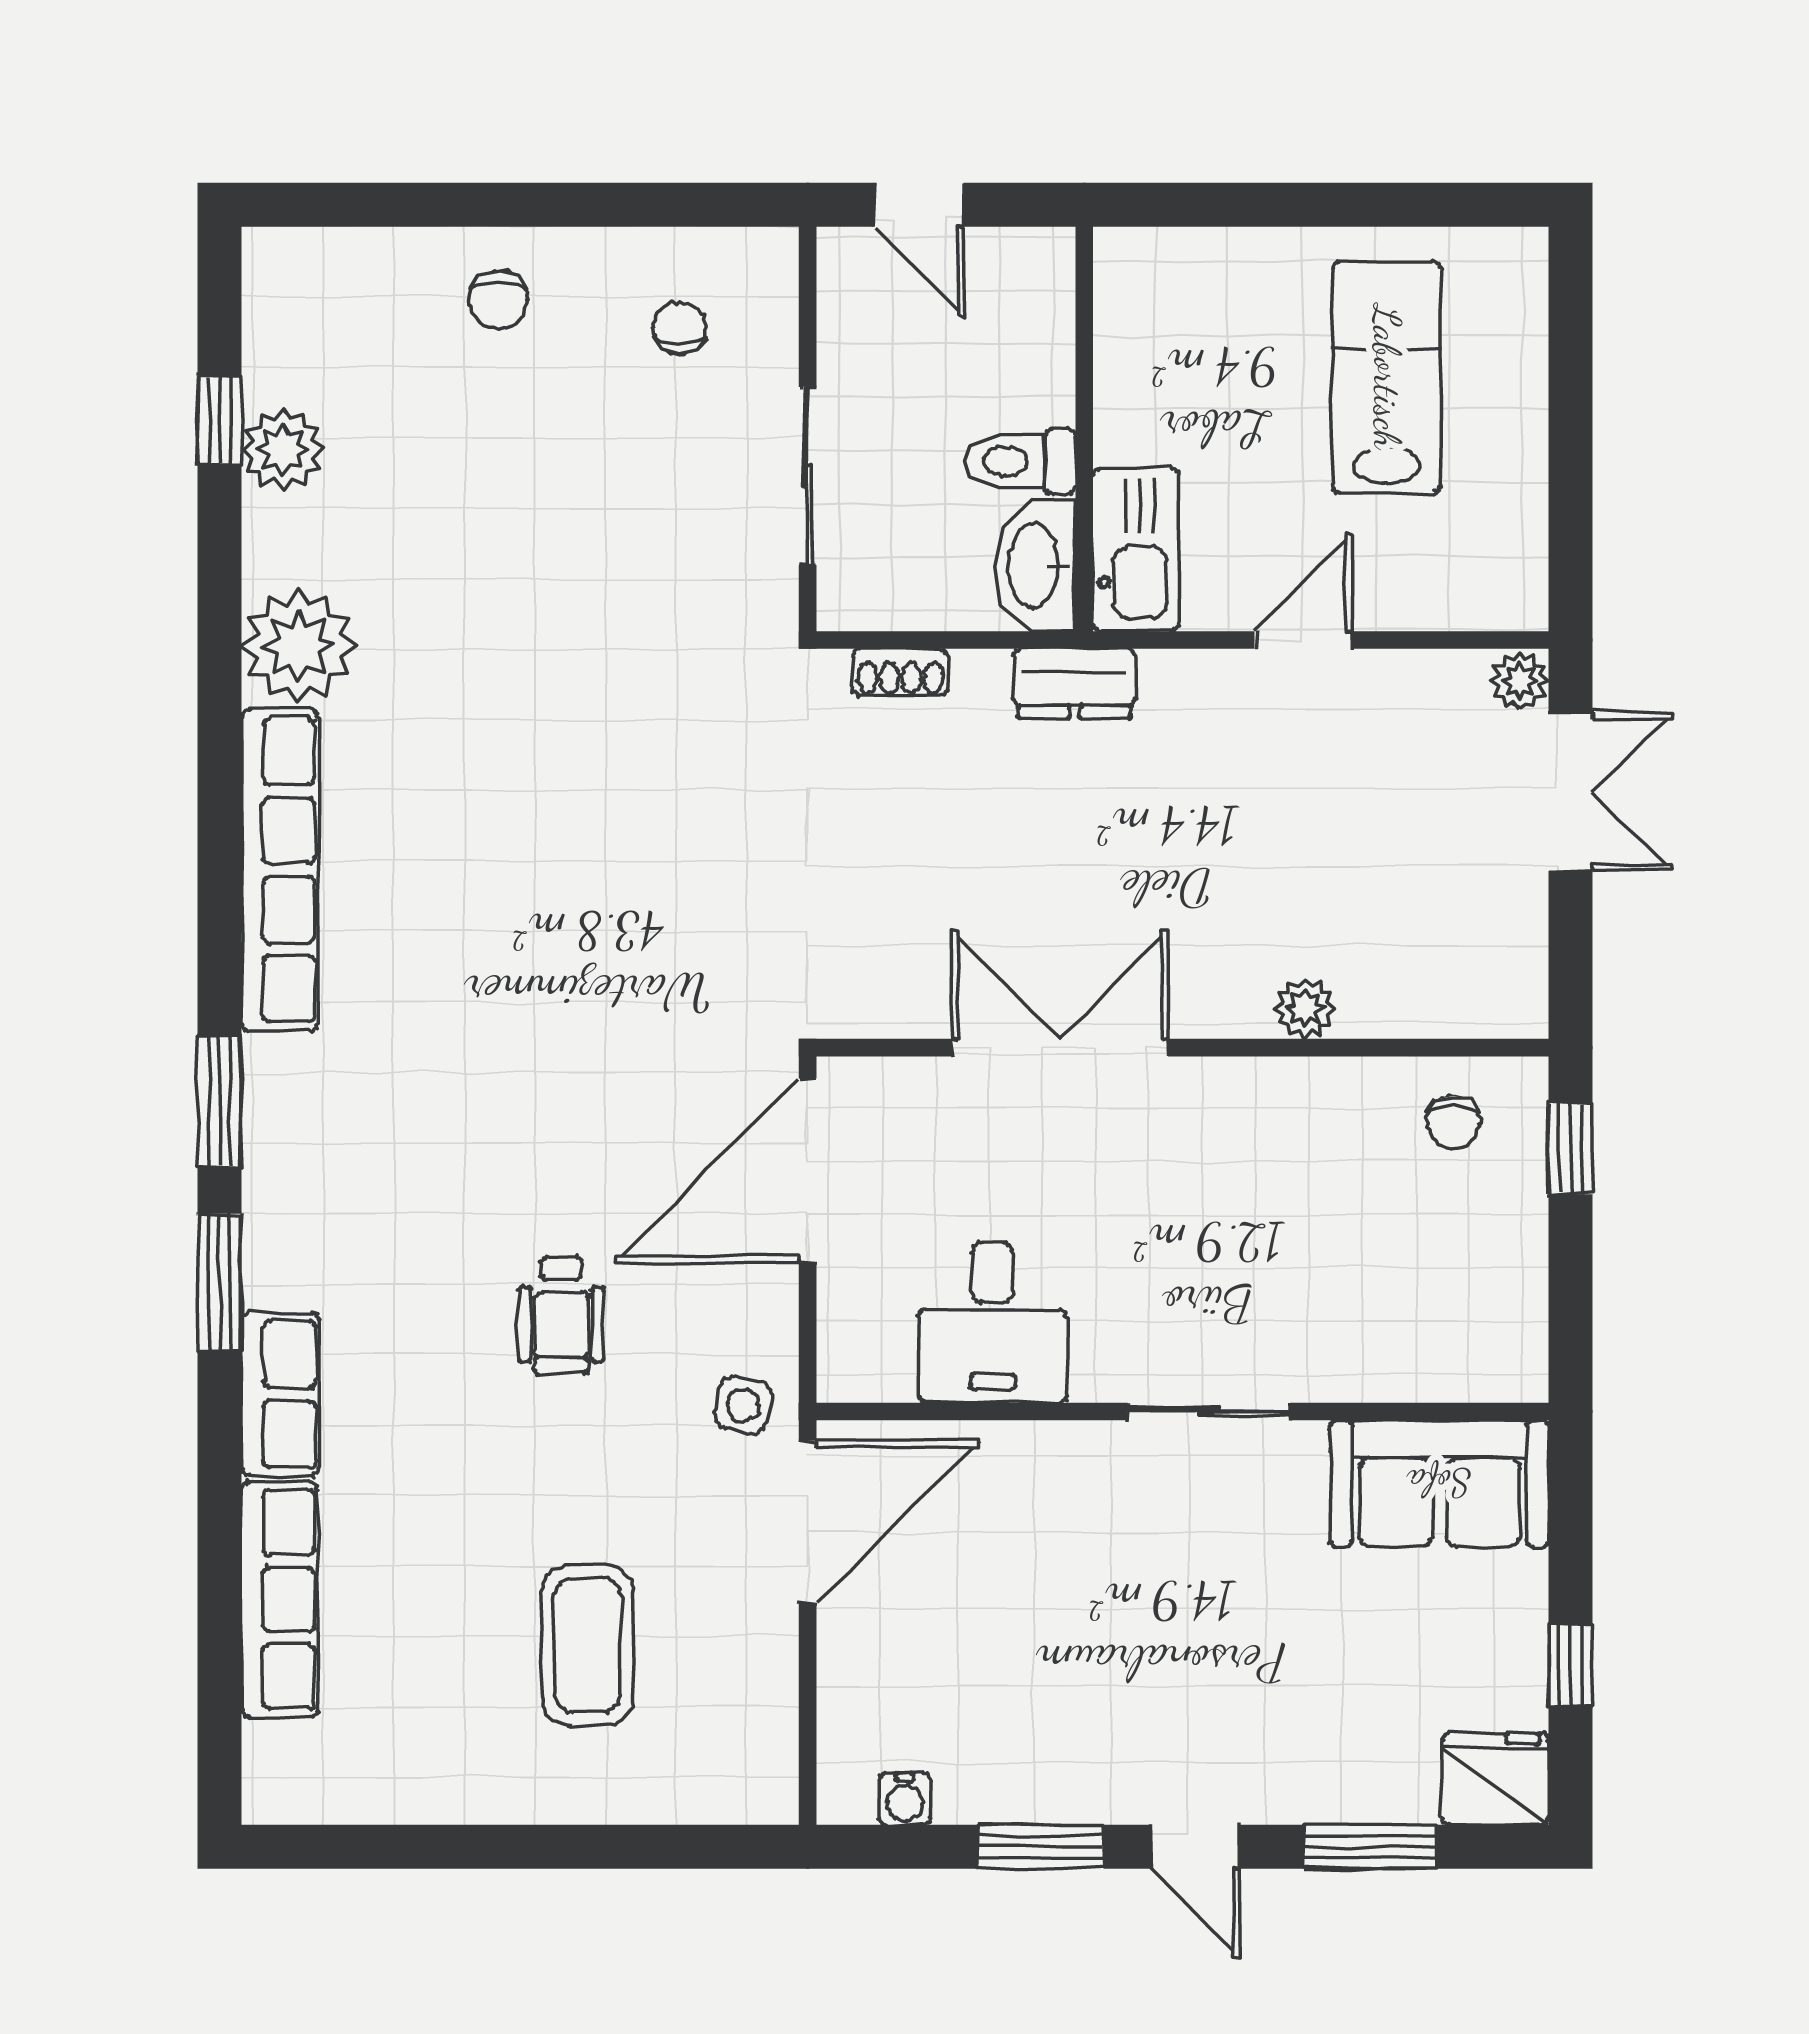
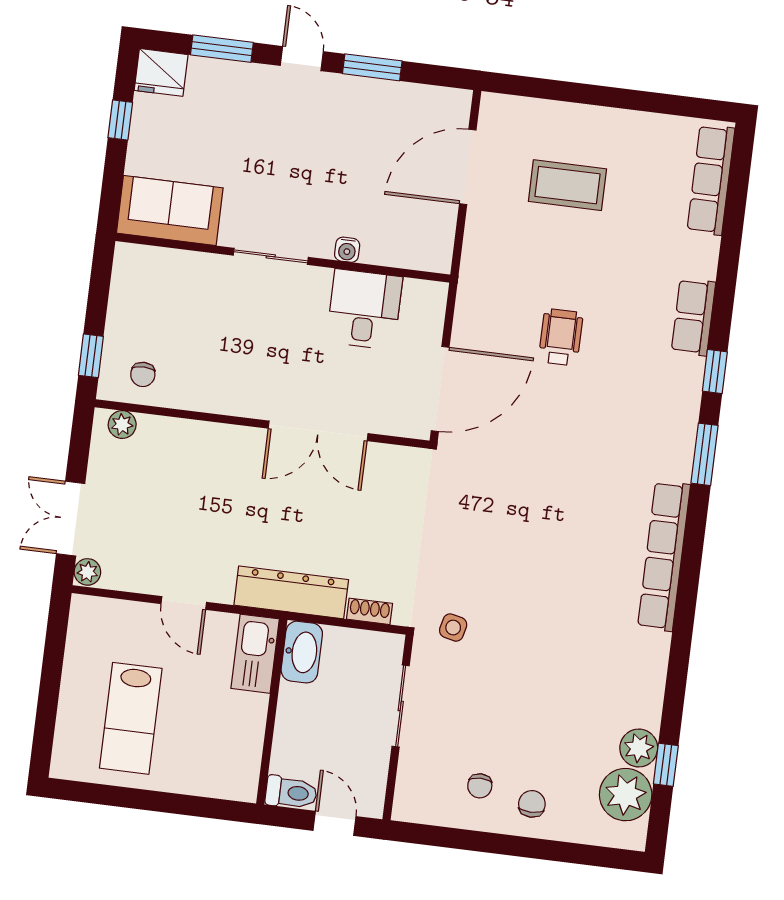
chair: (679, 328) -> (480, 786), moved
toilet: (1021, 461) -> (291, 793), moved
door: (1303, 640) -> (184, 603), hinge flipped
plant: (298, 646) -> (626, 795), moved
dresser: (1074, 683) -> (291, 592), width x1.96, depth x1.24
plant: (1305, 1009) -> (122, 425), moved
chair: (1453, 1122) -> (143, 374), turned 180
window: (220, 1282) -> (715, 372), width x0.67
side table: (743, 1405) -> (453, 628), moved
door: (808, 1522) -> (468, 167), moved
row of seats: (280, 1599) -> (711, 180), moved
coffee table: (588, 1645) -> (567, 185), turned 90
water cooler: (905, 1799) -> (347, 250), moved, turned 180

